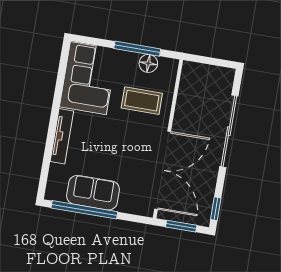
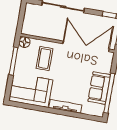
floor lamp: (148, 63) -> (25, 42), moved

